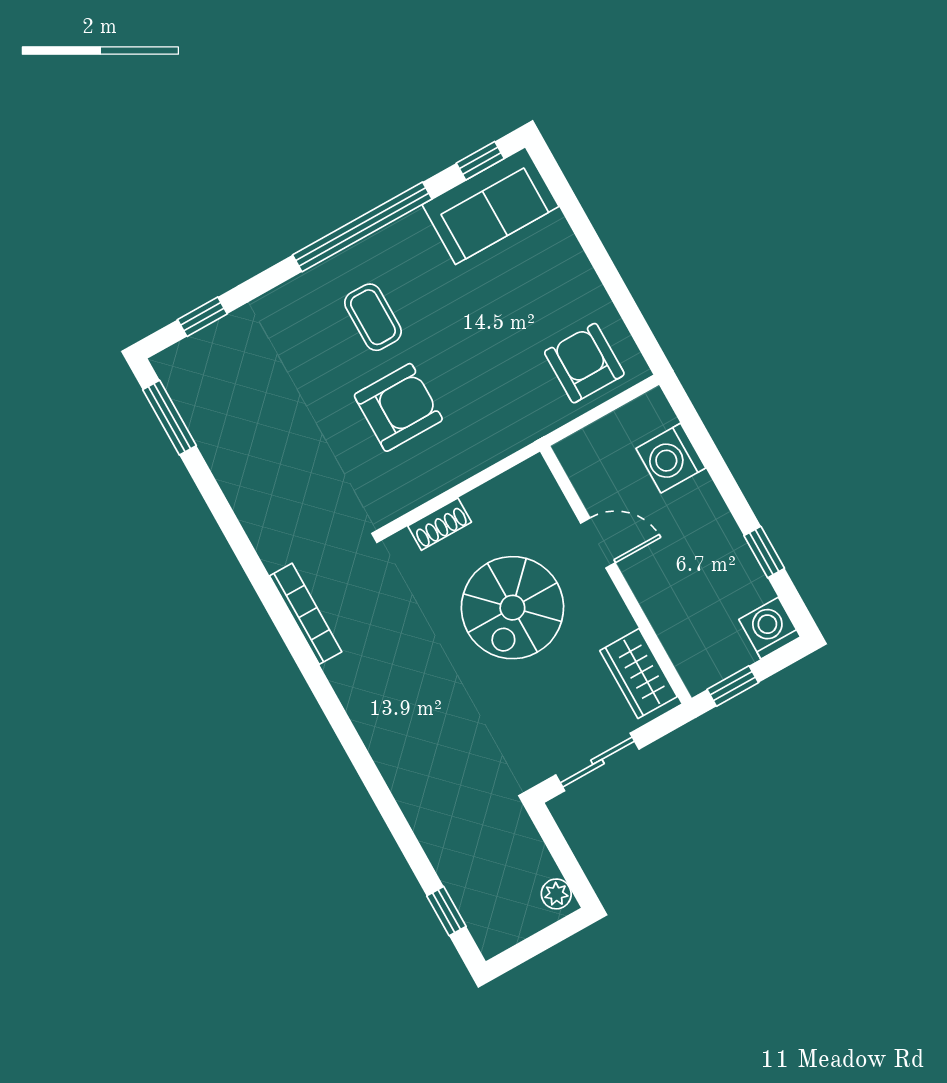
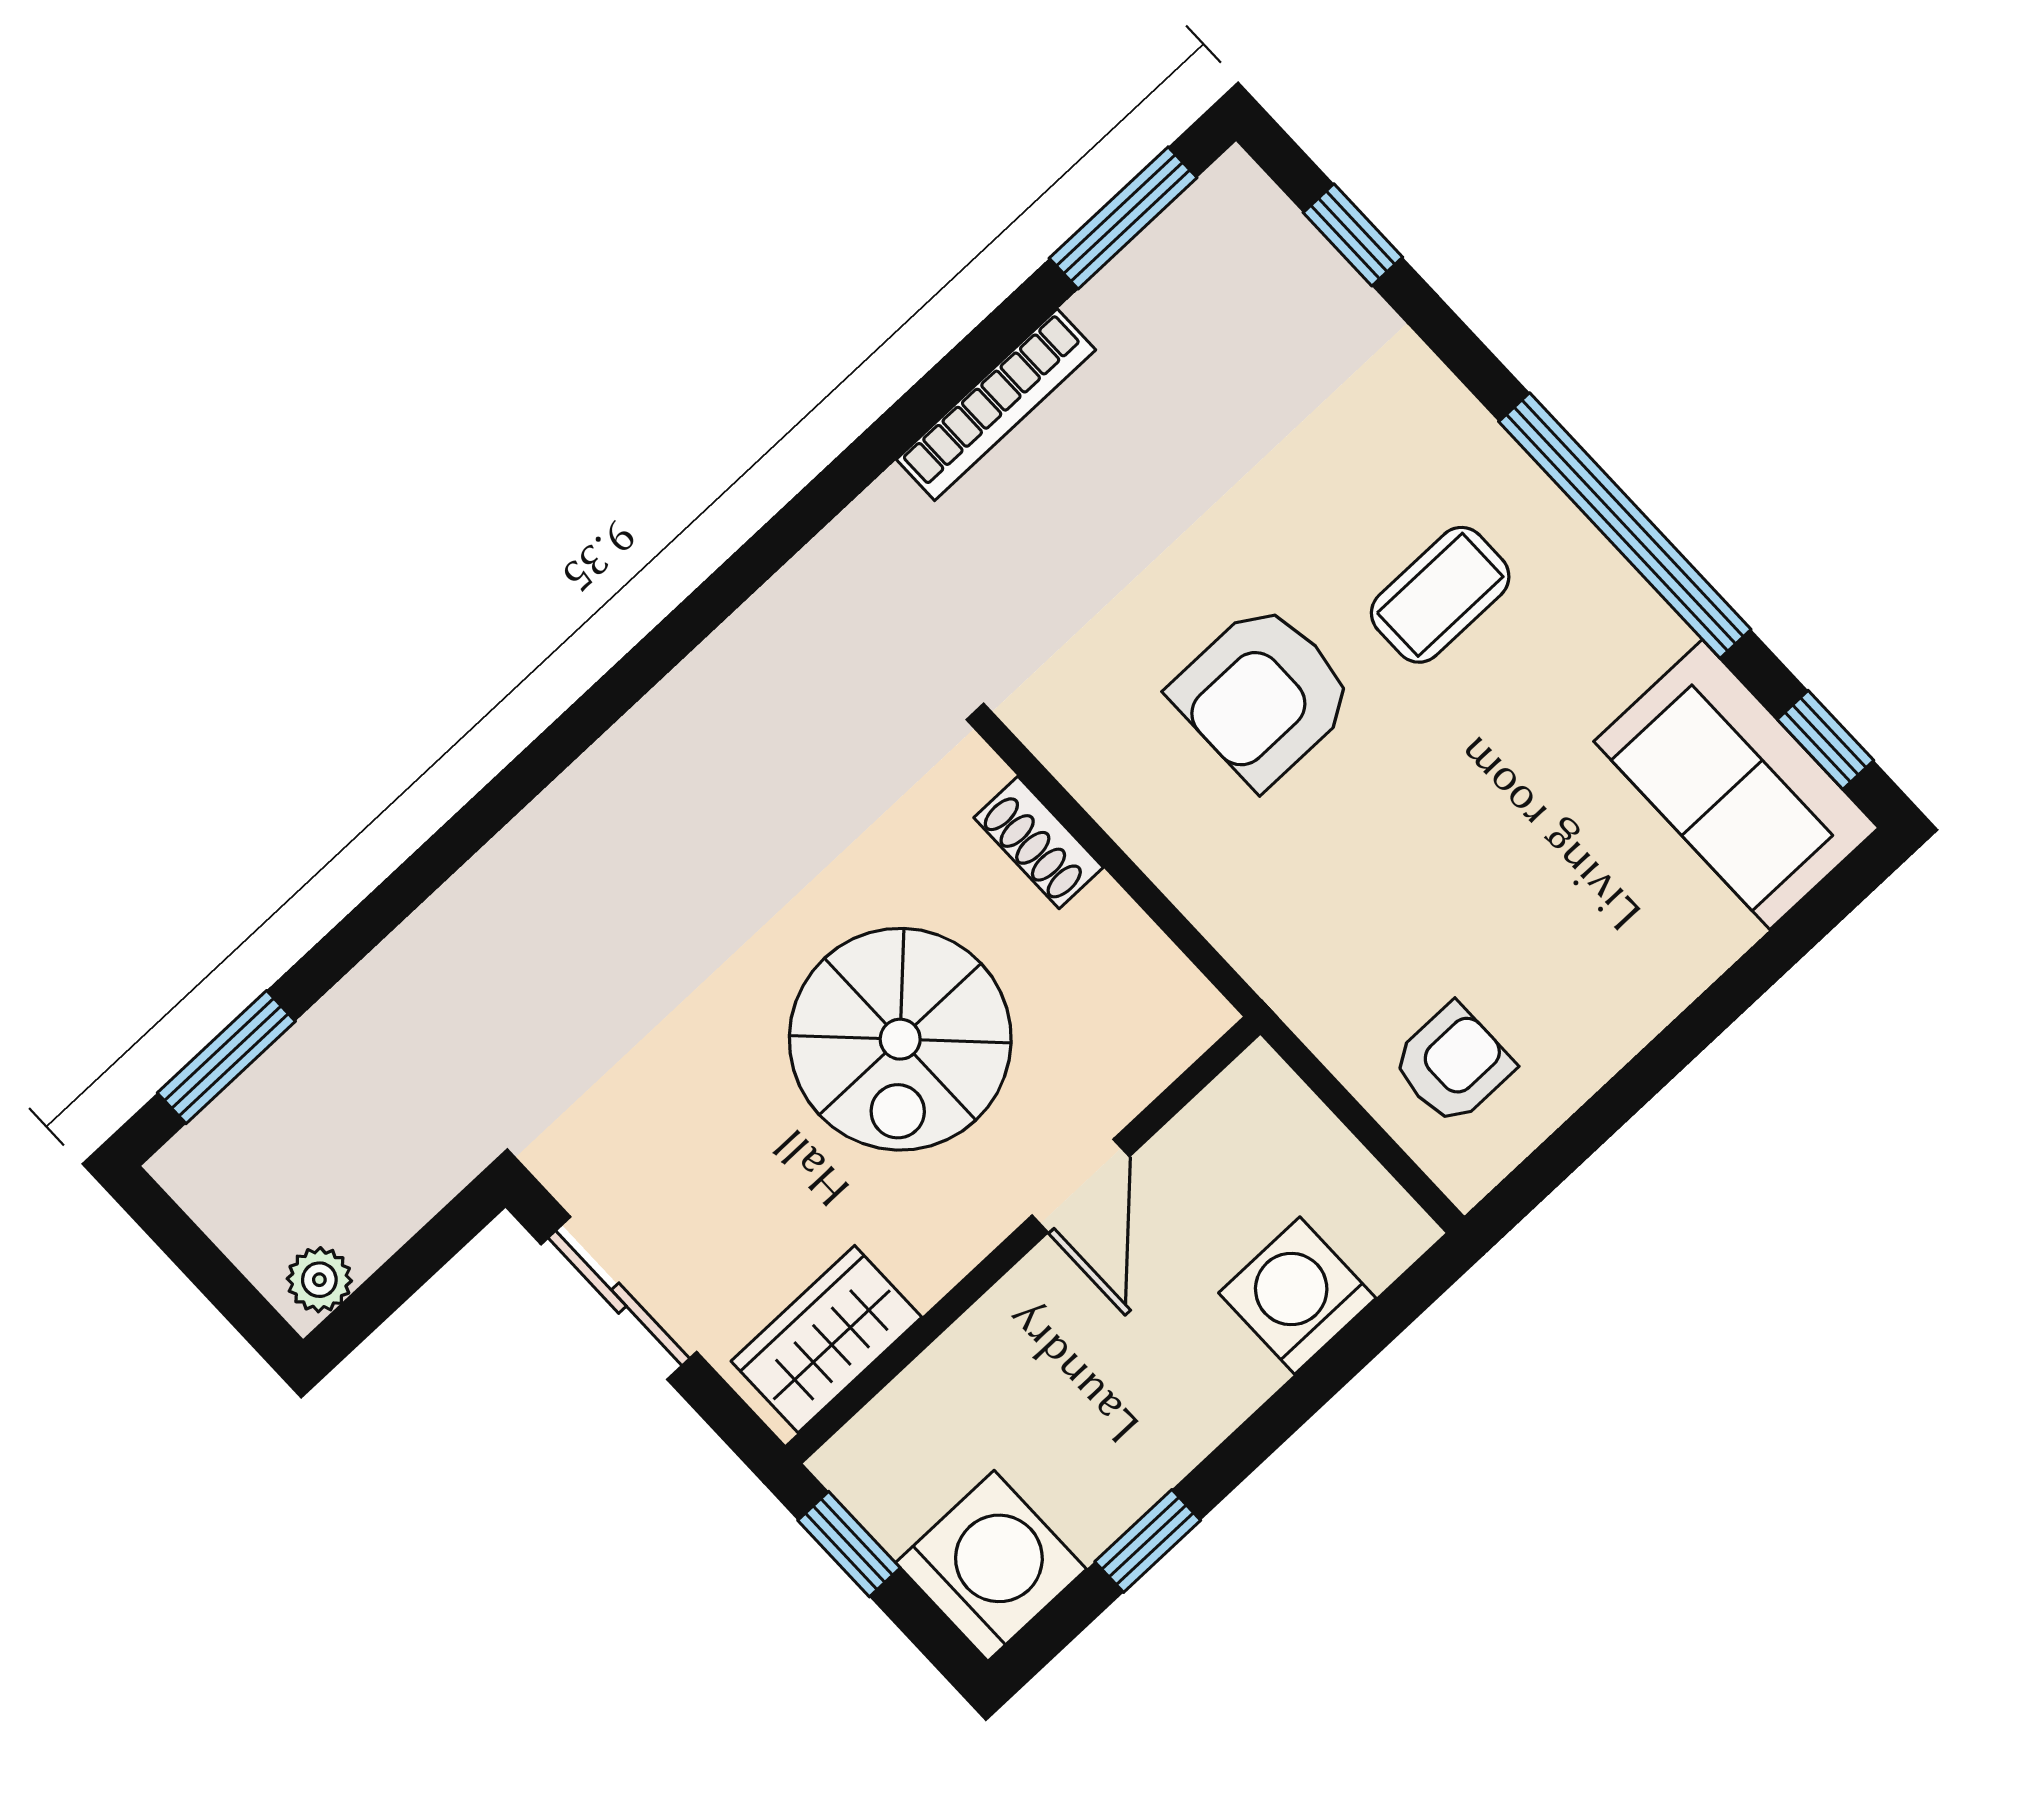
armchair: (584, 363) -> (1453, 1064), width x0.72, depth x0.72
armchair: (398, 407) -> (1263, 695), turned 90
spiral stairs: (512, 608) -> (900, 1039), turned -90
bookcase: (306, 614) -> (996, 405), moved
washing machine: (770, 628) -> (991, 1566), width x1.37, depth x1.37
window: (446, 911) -> (226, 1057), width x1.50

